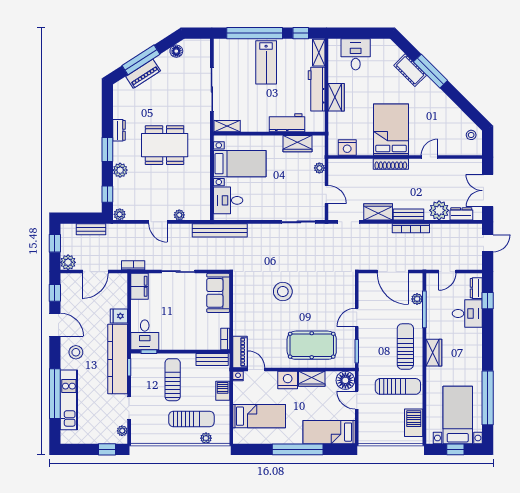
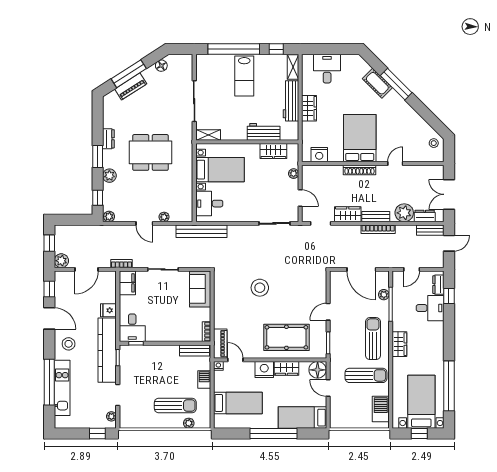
bench: (91, 229) -> (430, 230), moved
sun lounger: (173, 380) -> (158, 369), removed

